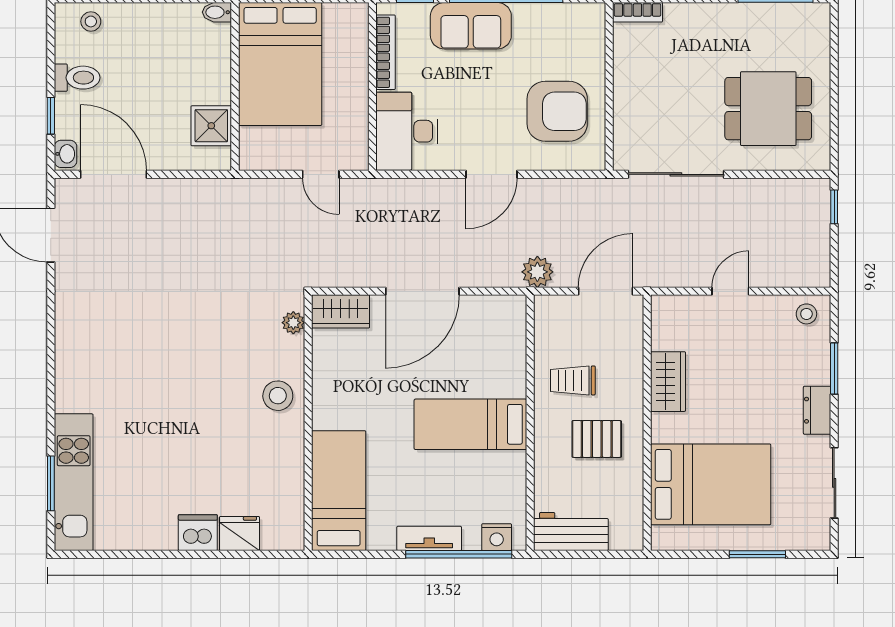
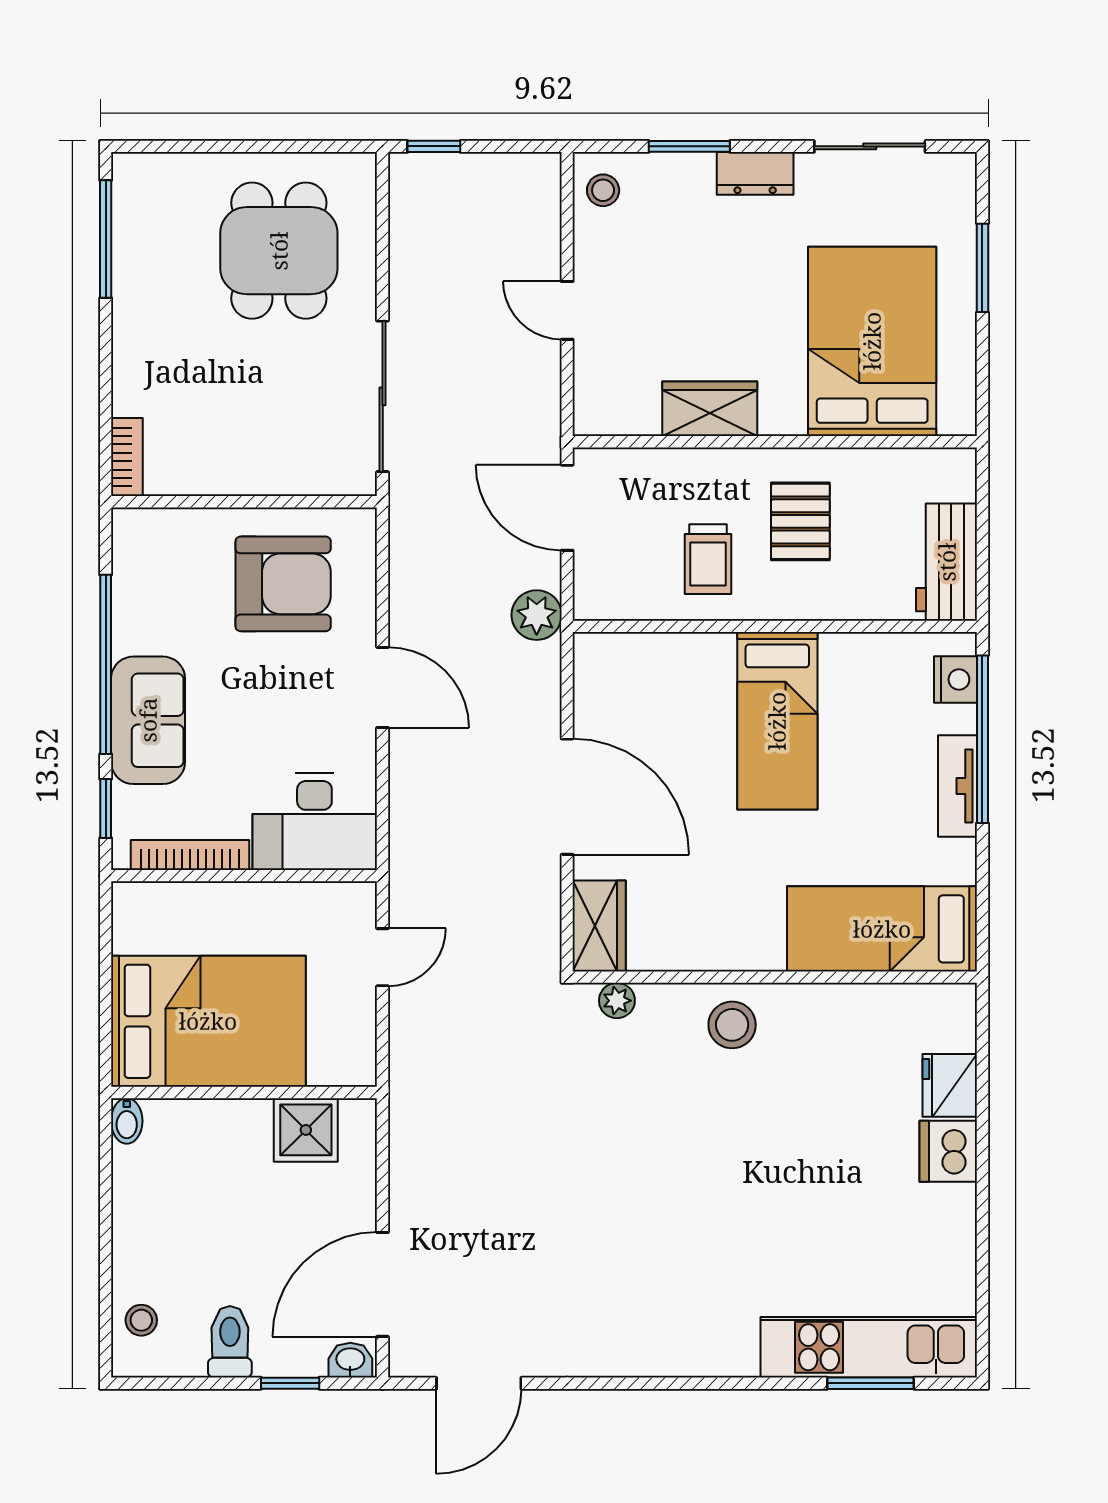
armchair: (557, 111) -> (283, 584), turned 90

